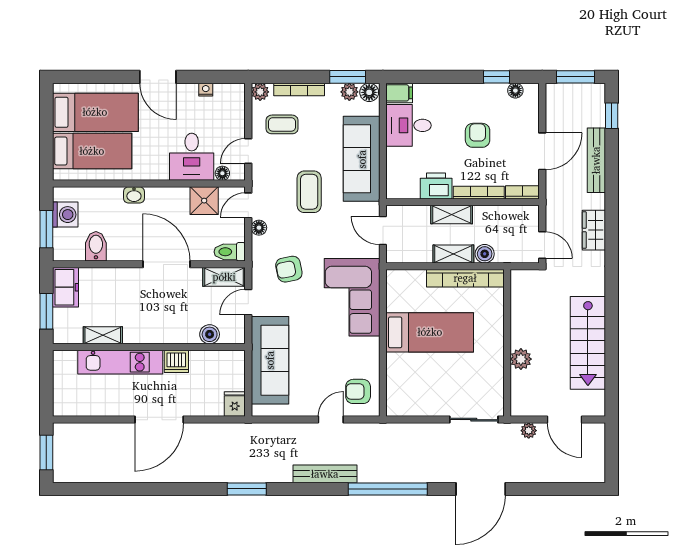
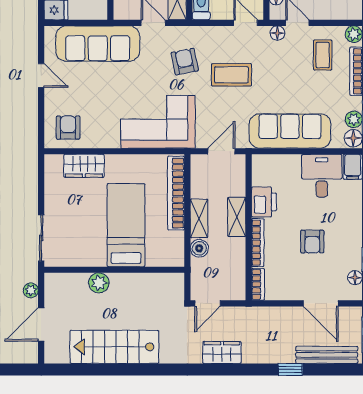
window: (612, 116) -> (290, 369), moved
armchair: (478, 135) -> (312, 242), turned 90
door: (542, 151) -> (321, 303), moved
bench: (596, 160) -> (327, 355), moved
coffee table: (309, 192) -> (232, 75), moved
floor lamp: (259, 228) -> (277, 33), moved
bookcase: (465, 278) -> (176, 193), moved
bed: (430, 332) -> (126, 225), moved, turned 180
wardrobe: (398, 375) -> (84, 166), added
door: (331, 420) -> (41, 75), moved

